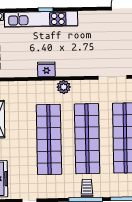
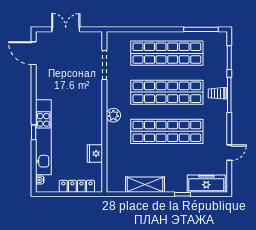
fridge: (46, 69) -> (95, 154), moved

